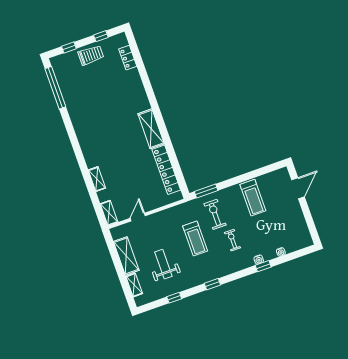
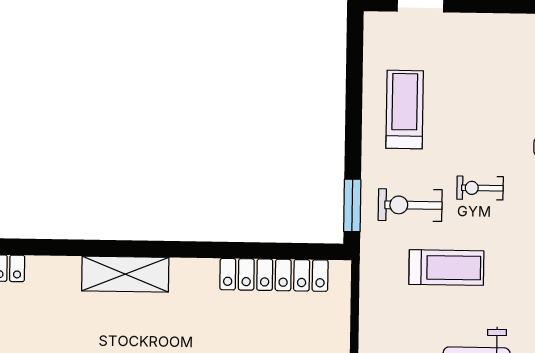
shelving: (151, 129) -> (125, 274), moved
treadmill: (253, 198) -> (405, 109), turned -90

